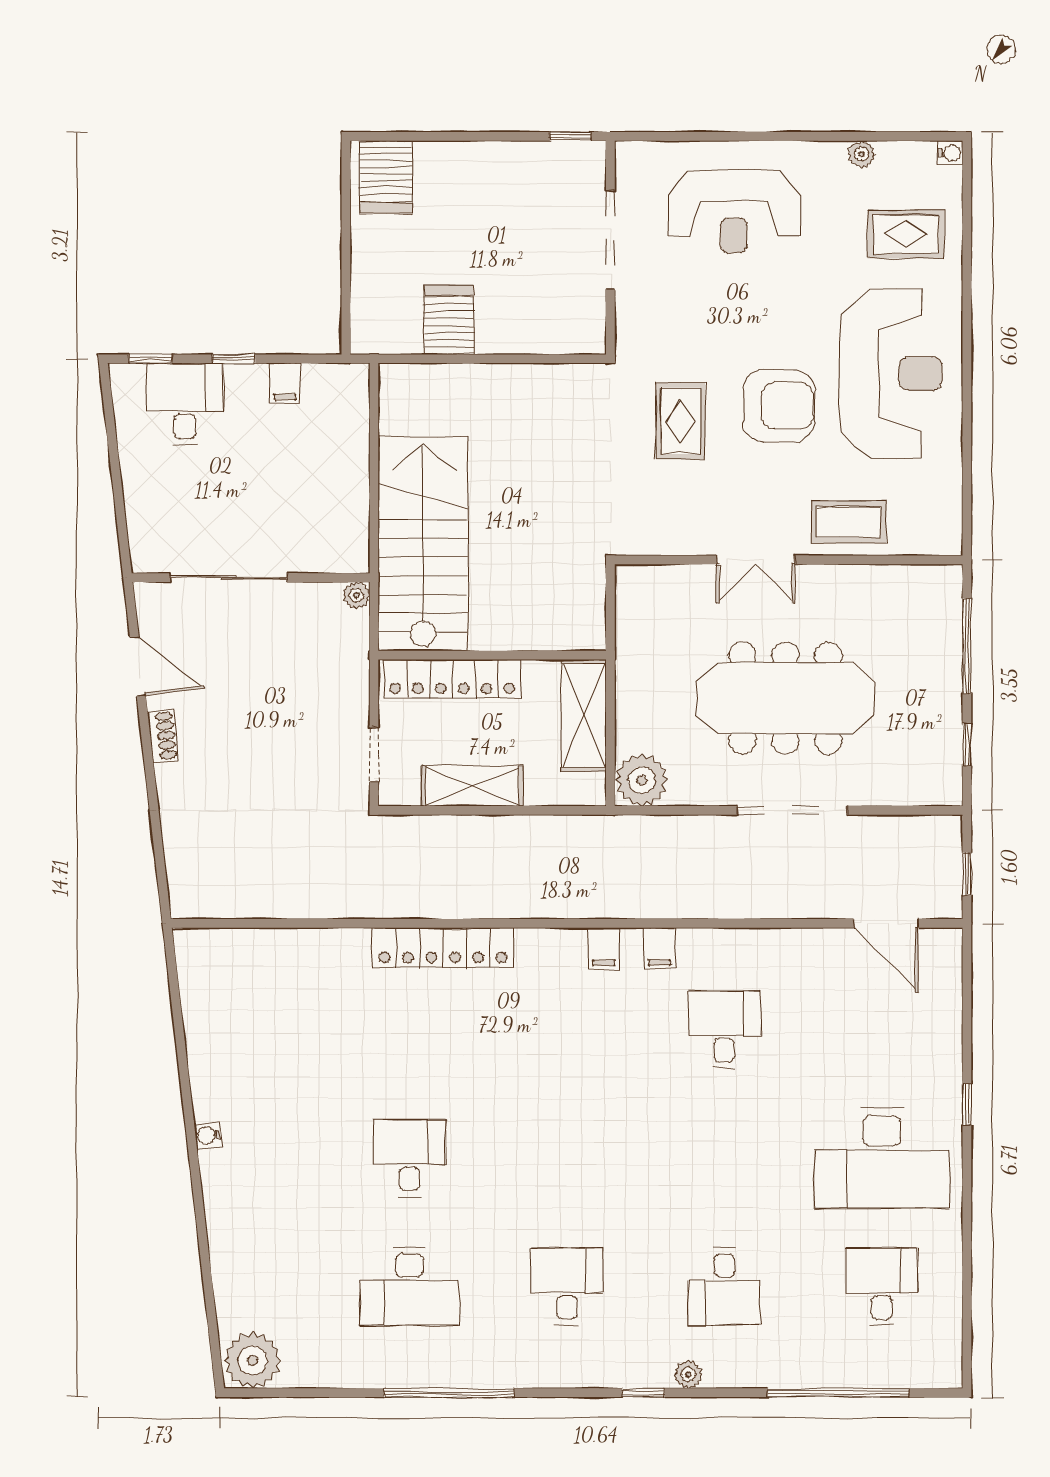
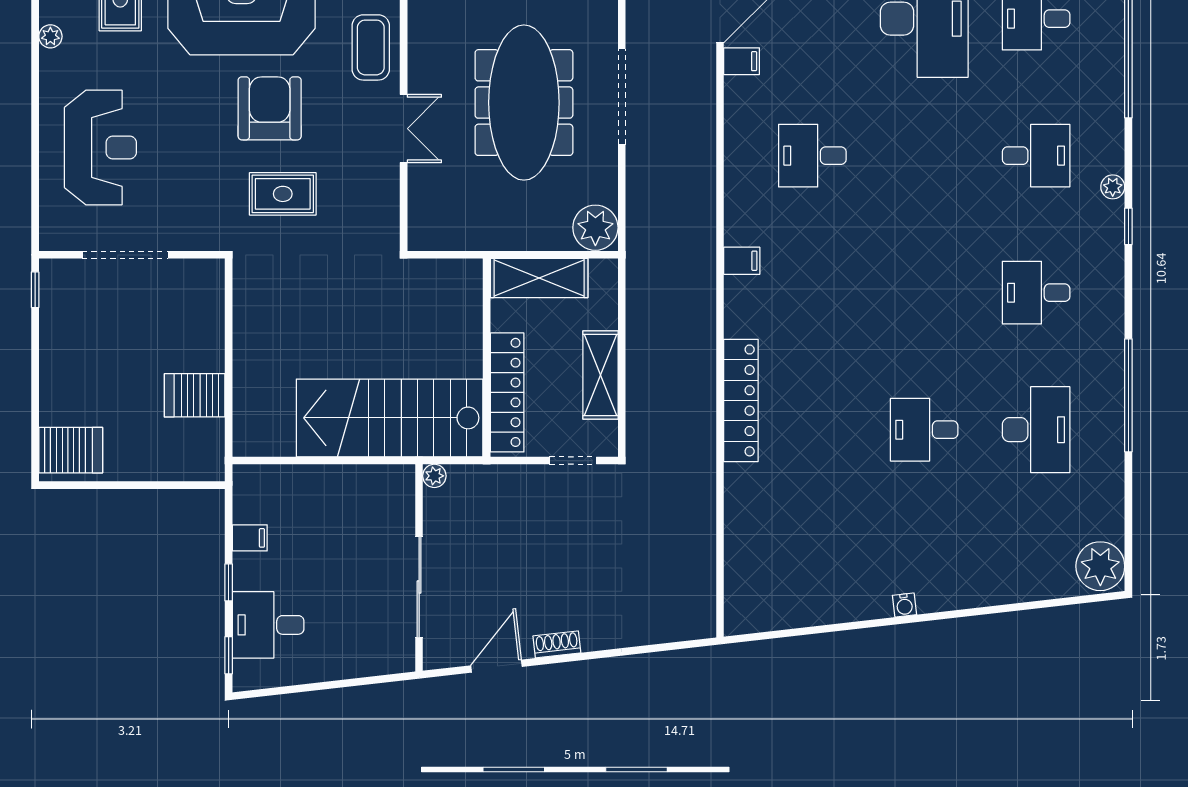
filing cabinet: (659, 948) -> (742, 61), moved

